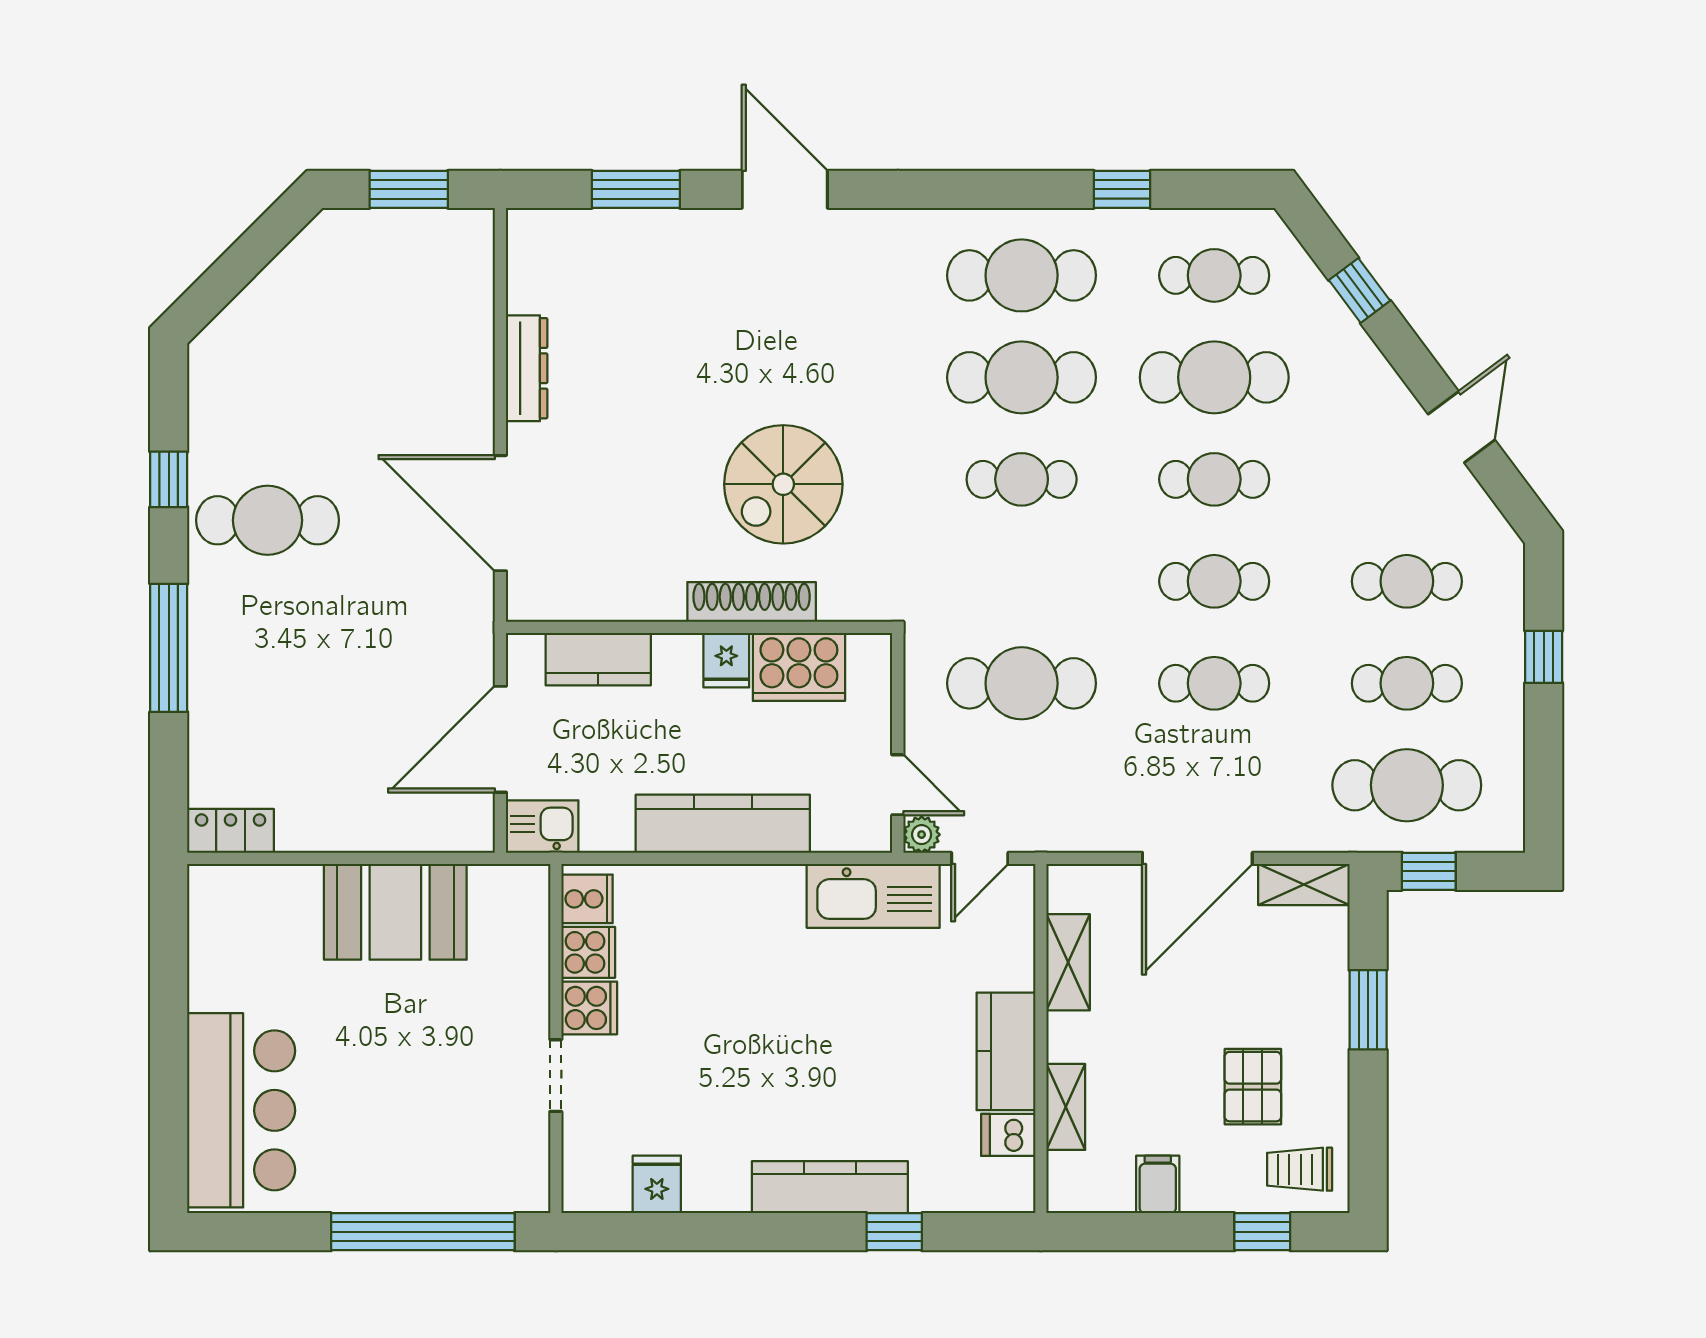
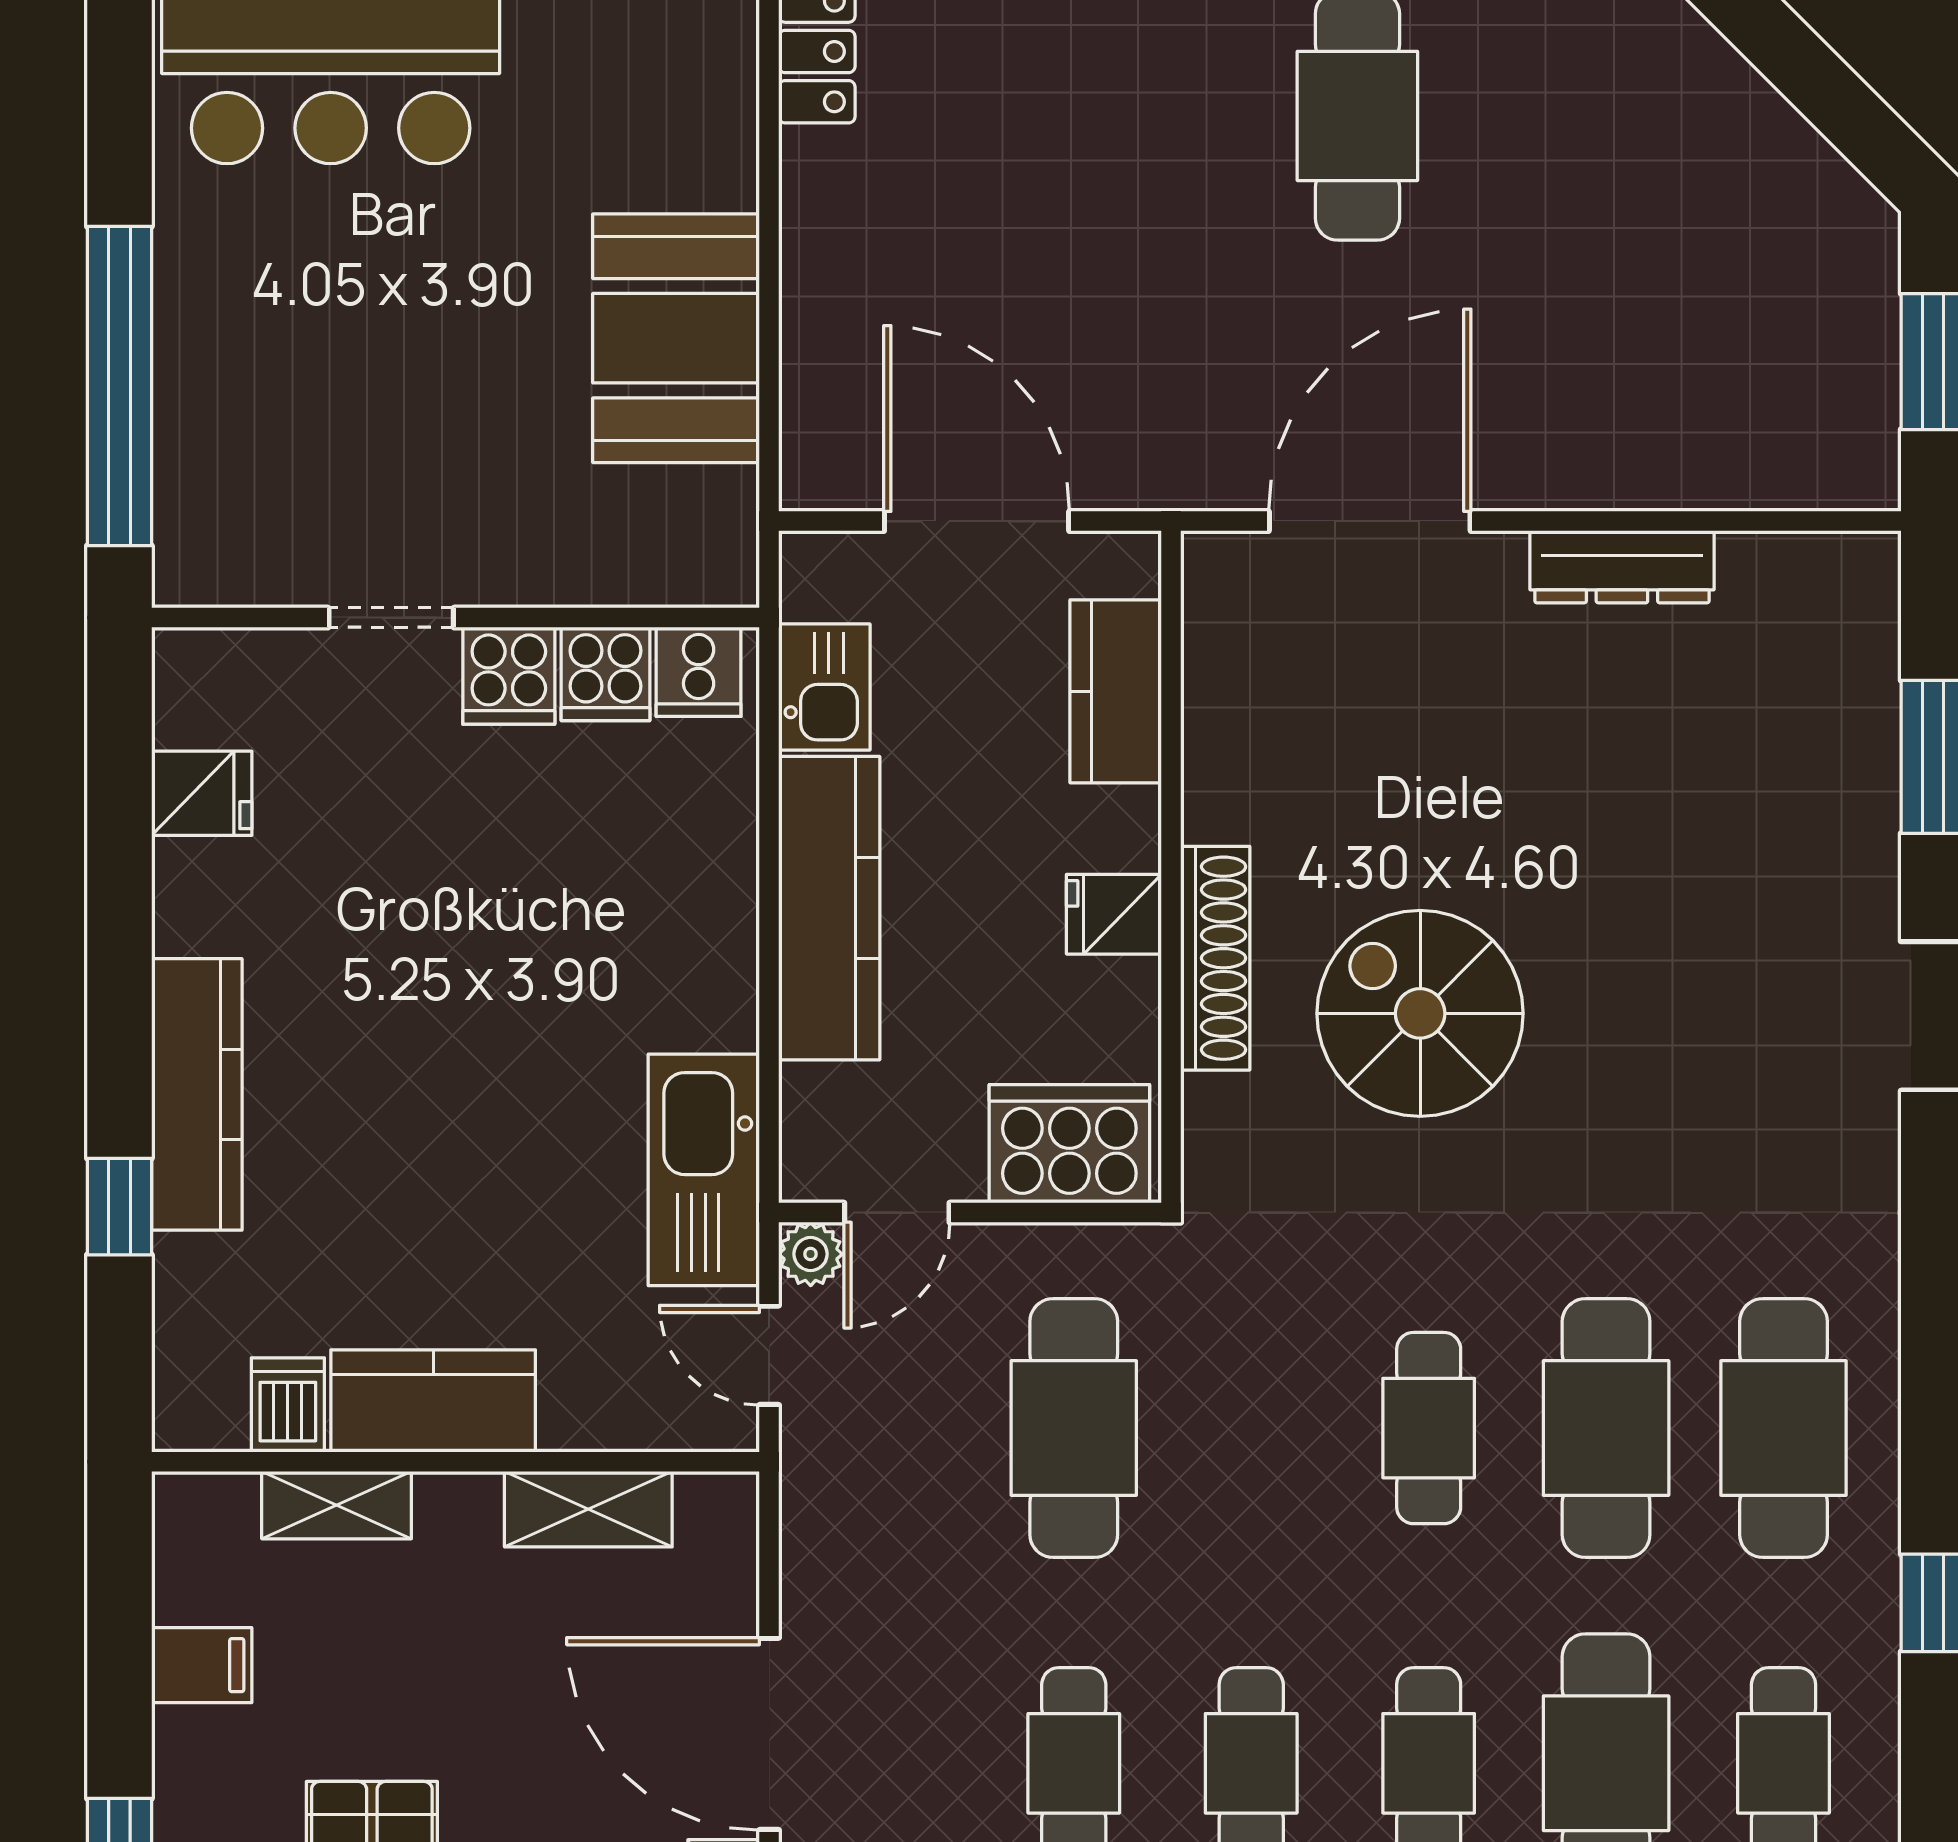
cooker: (799, 667) -> (1069, 1144), moved, turned 90
kitchen sink: (542, 827) -> (824, 687), moved

